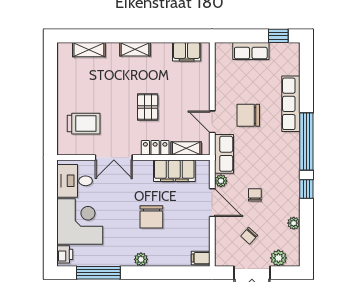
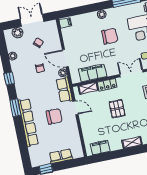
row of seats: (291, 104) -> (28, 123), width x1.36
window: (306, 141) -> (15, 108), width x0.47
chair: (151, 217) -> (110, 36), moved, turned 90

